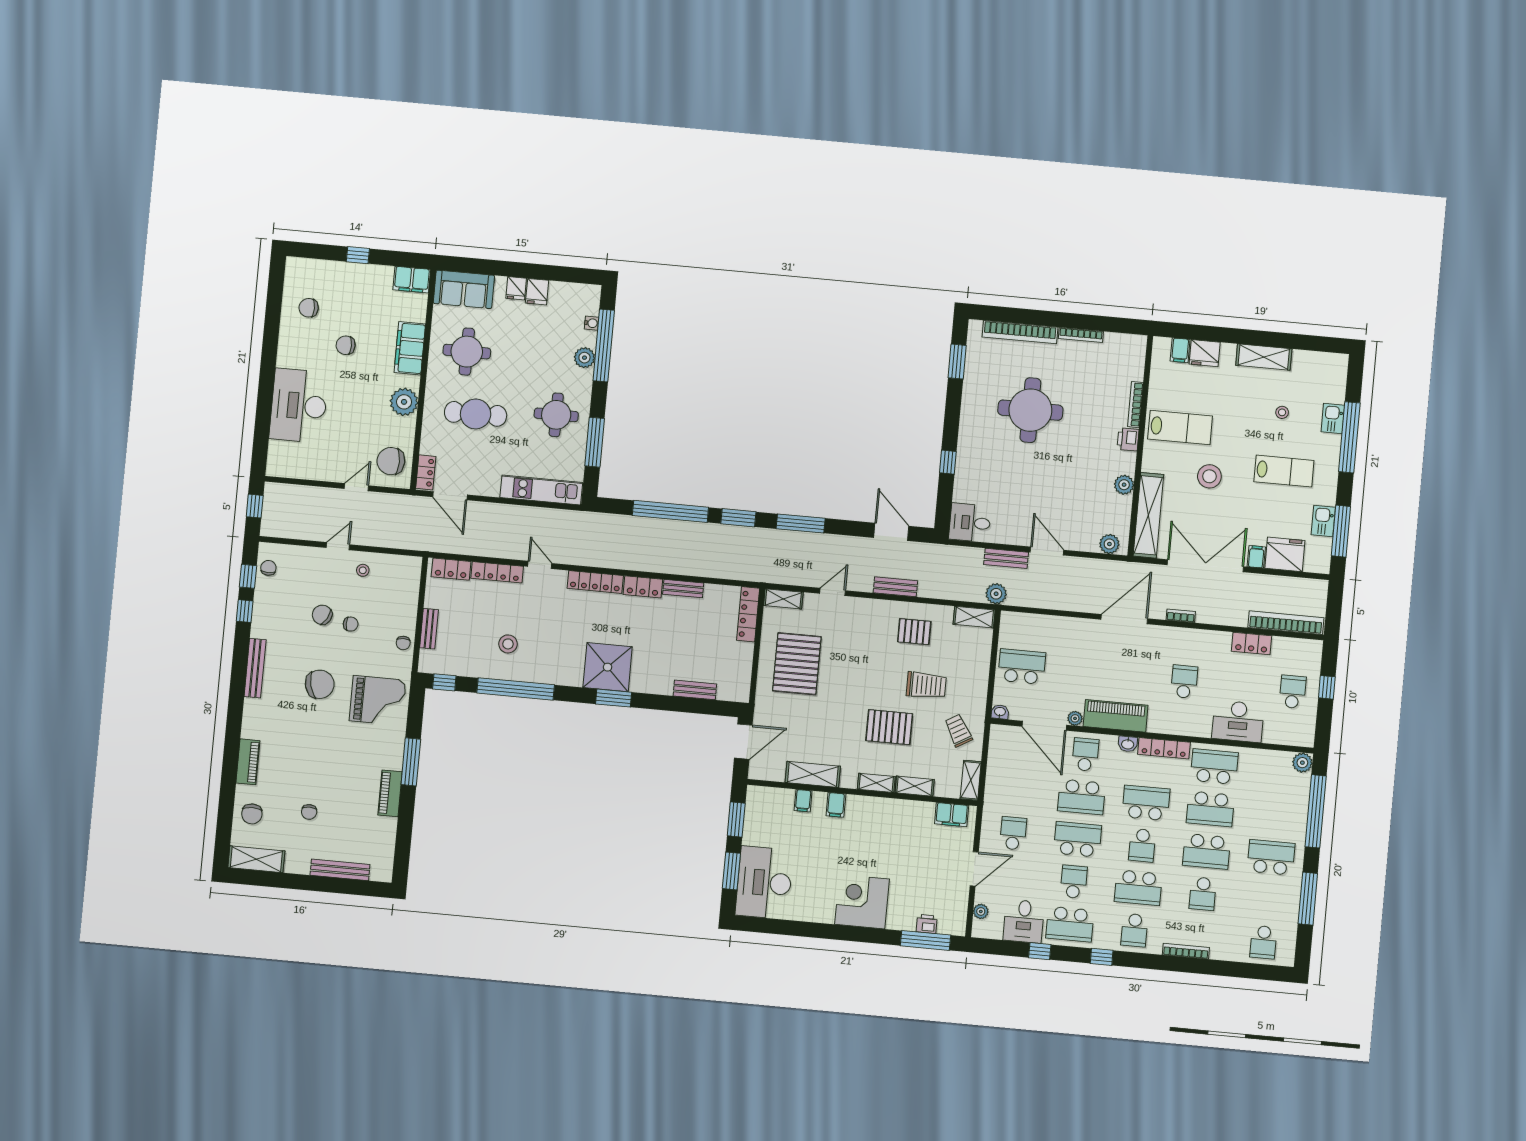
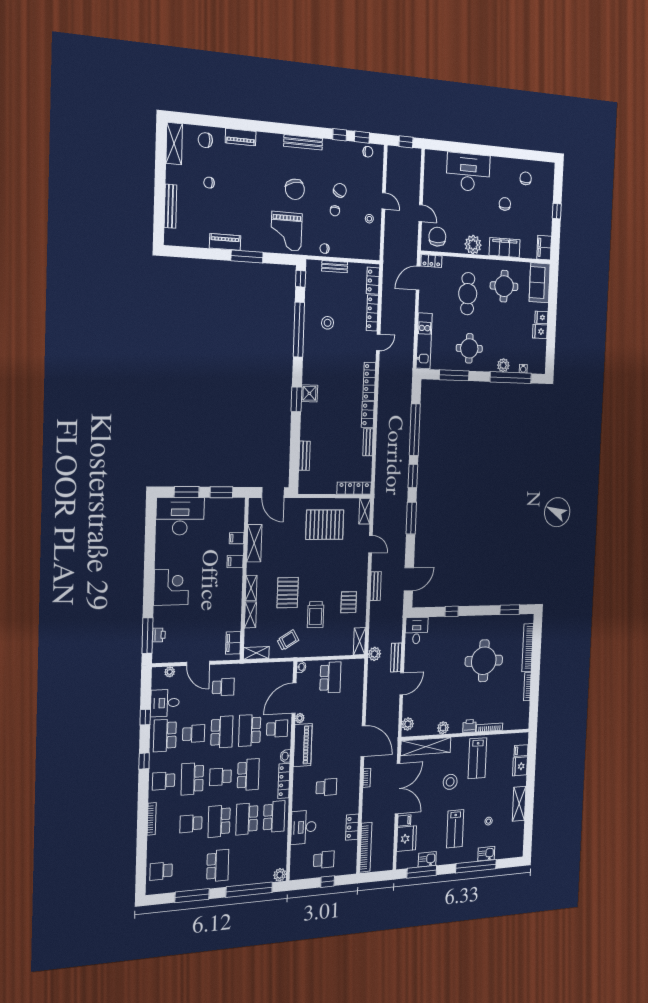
shower: (608, 667) -> (309, 393), width x0.54, depth x0.54

